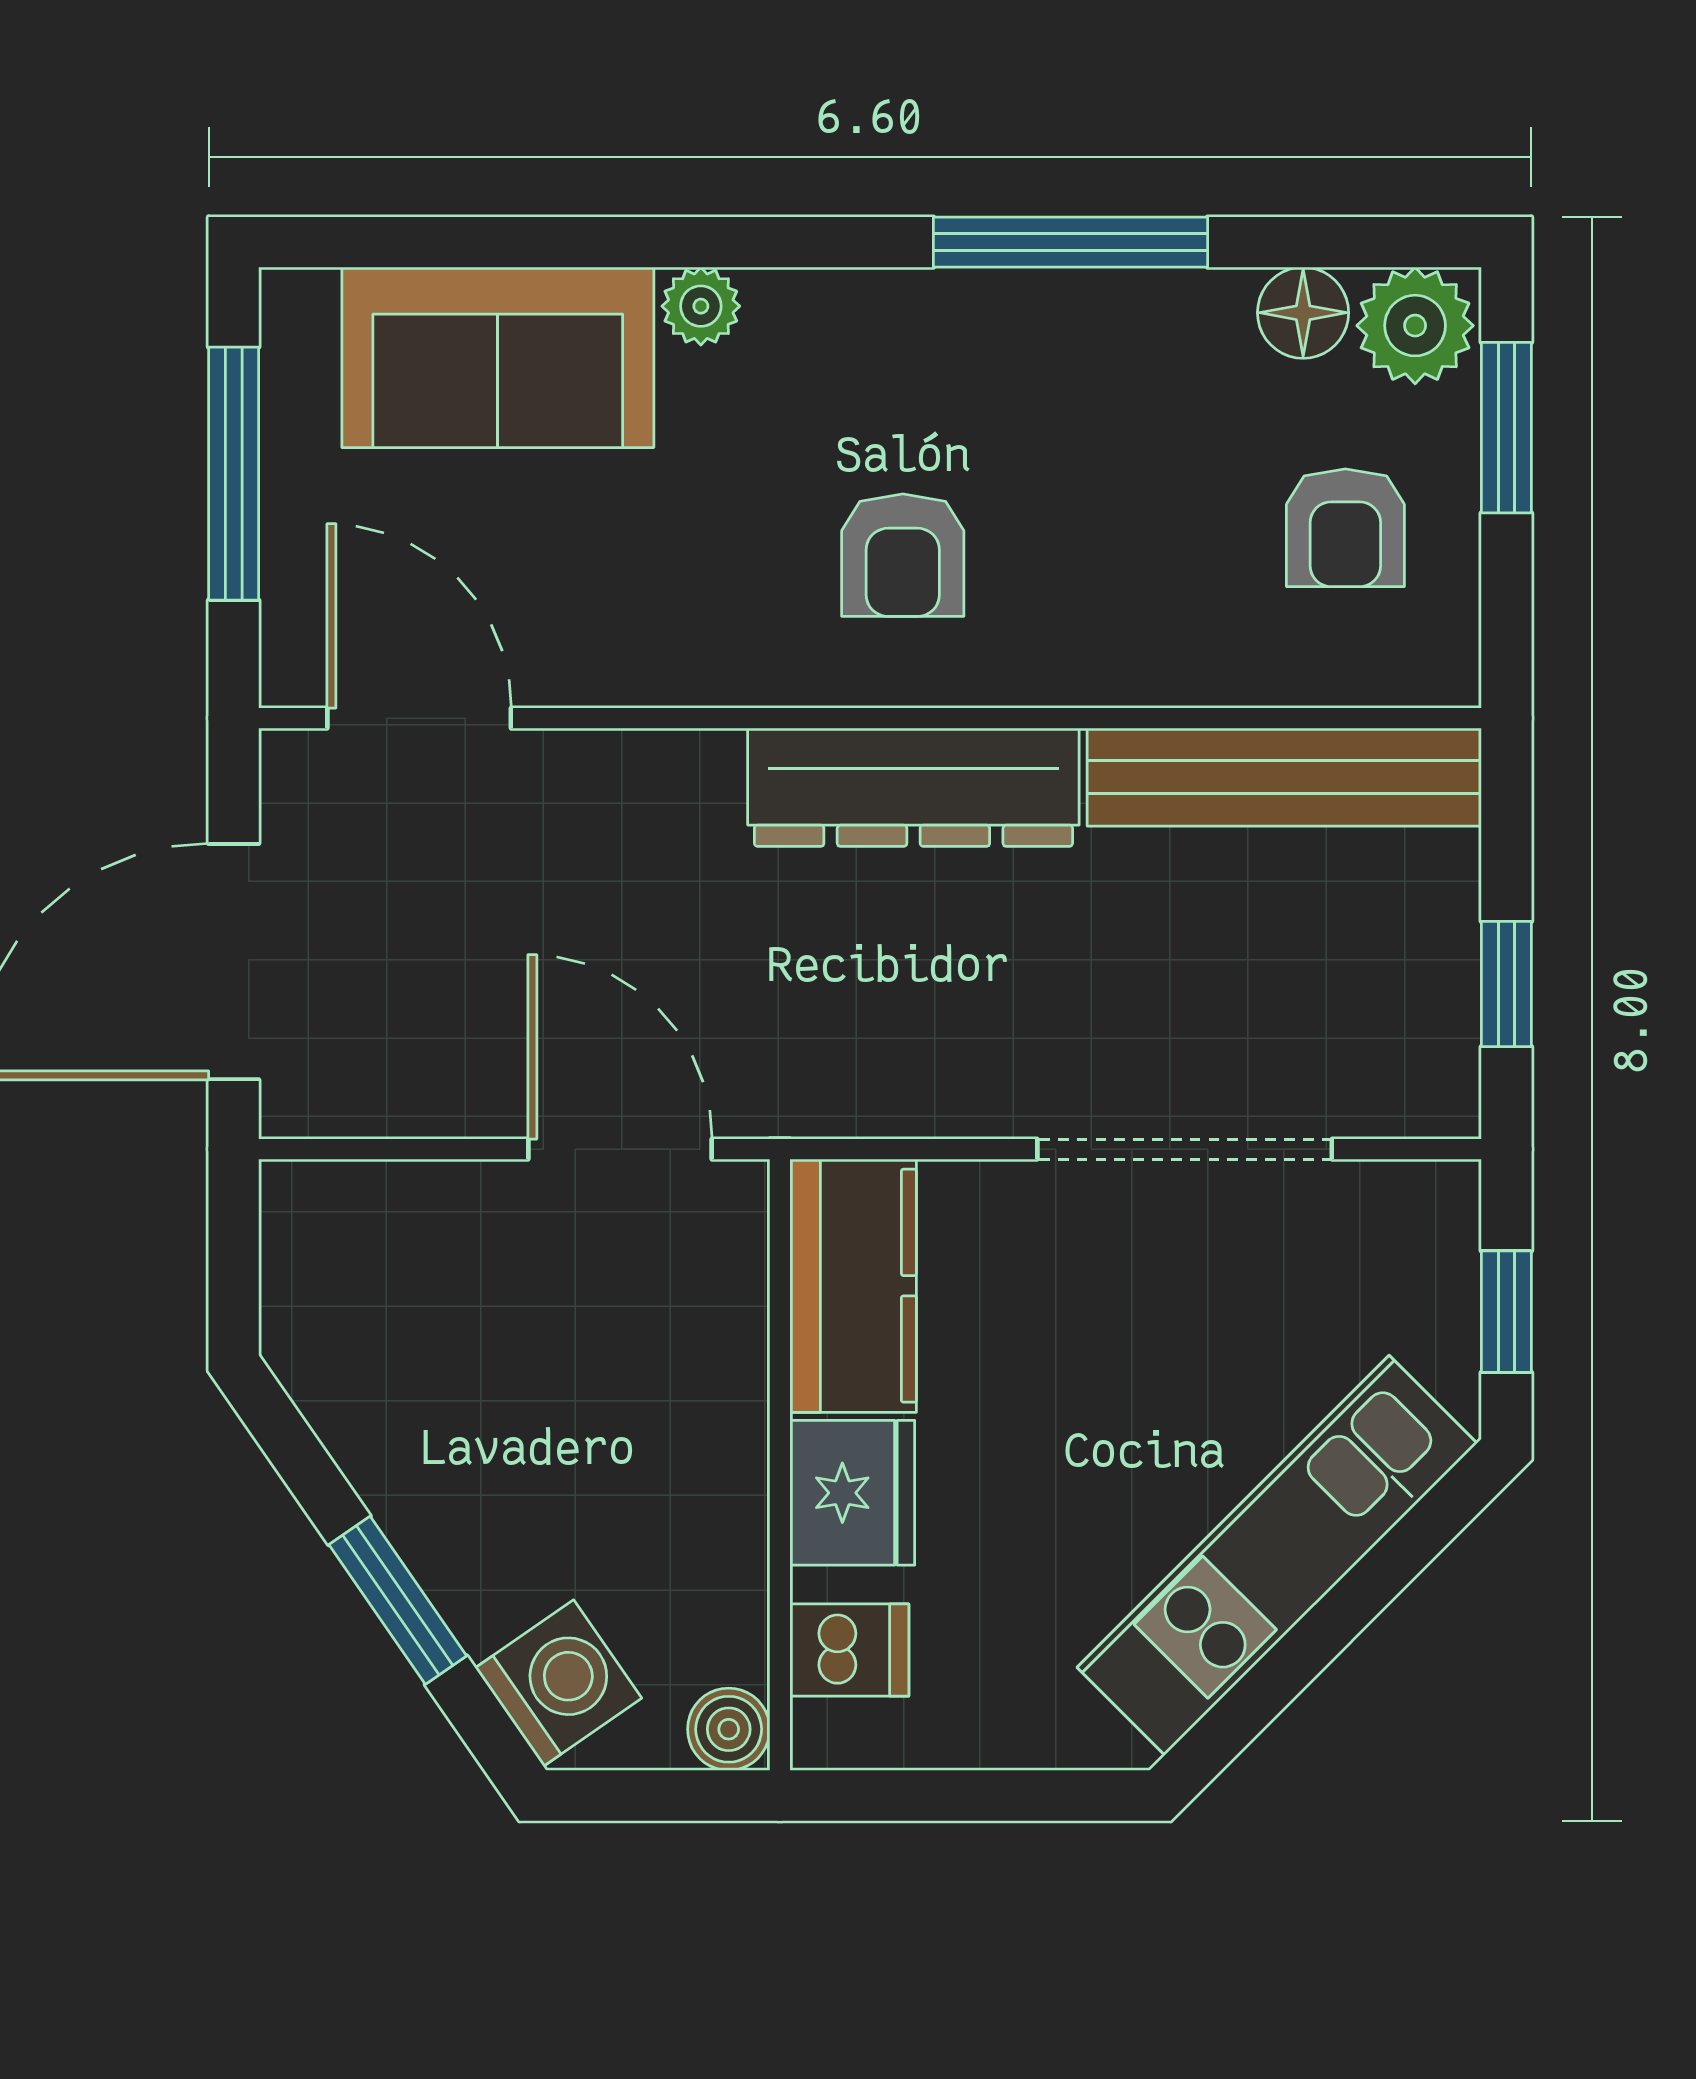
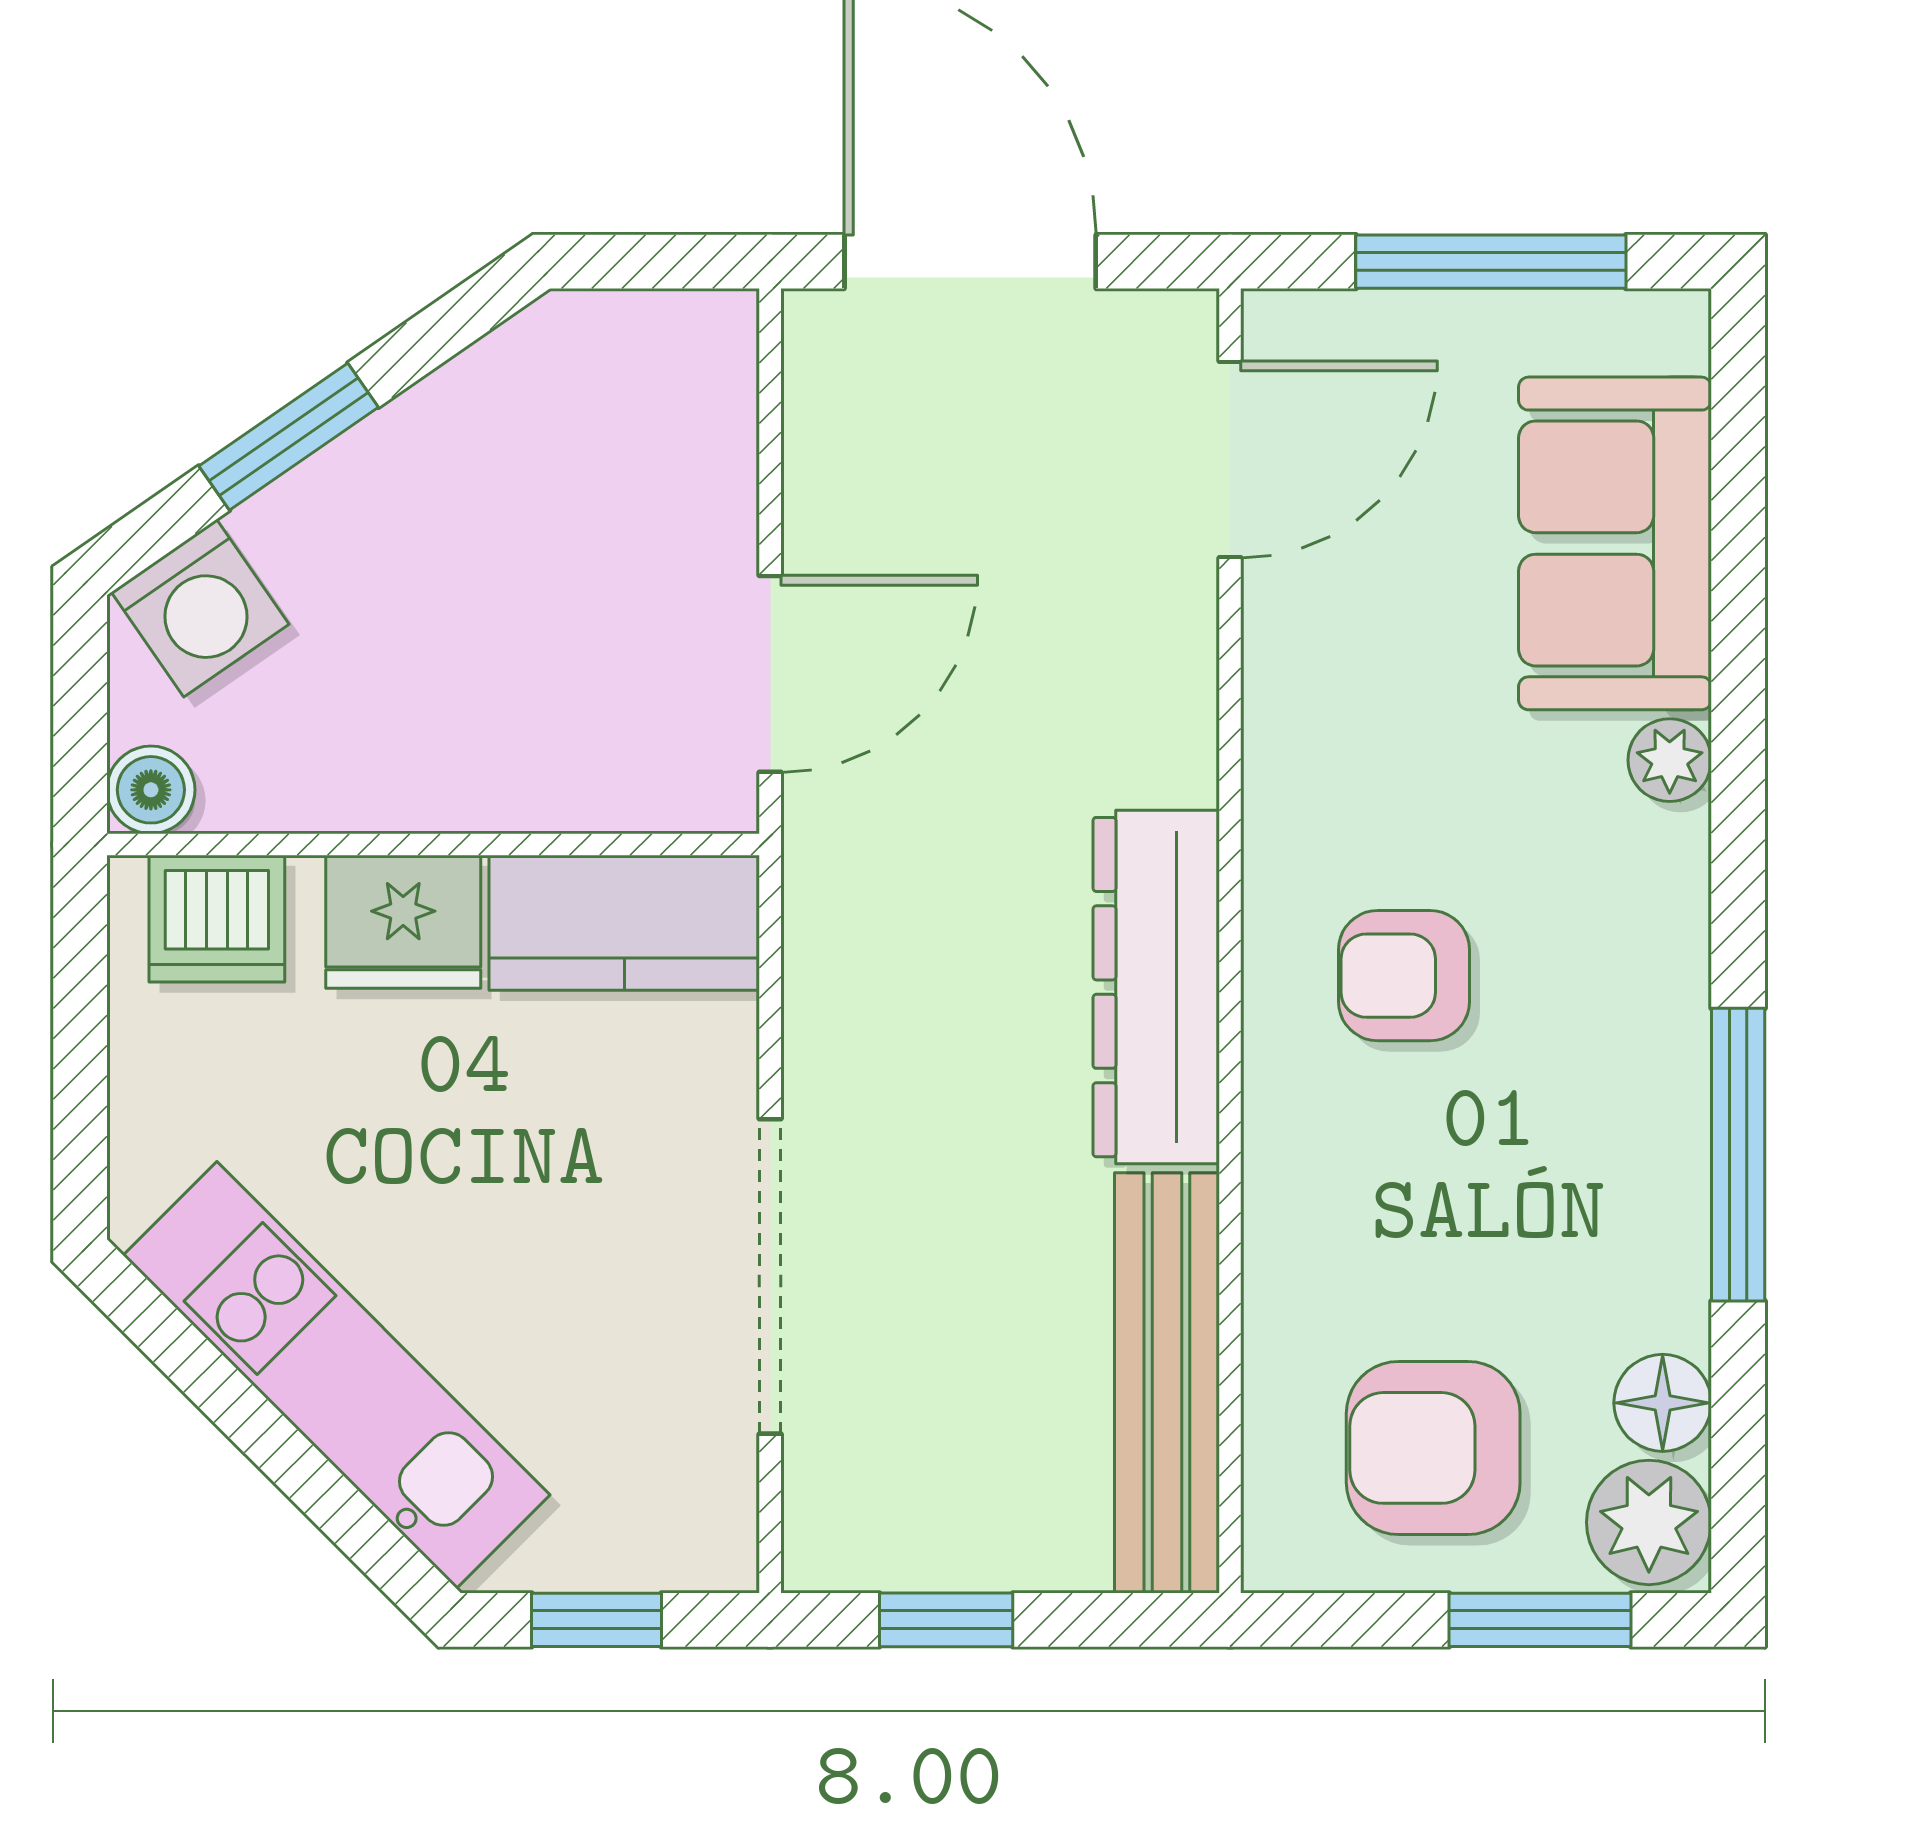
armchair: (1345, 528) -> (1433, 1448), width x1.38, depth x1.38
dishwasher: (849, 1650) -> (217, 919), width x1.38

